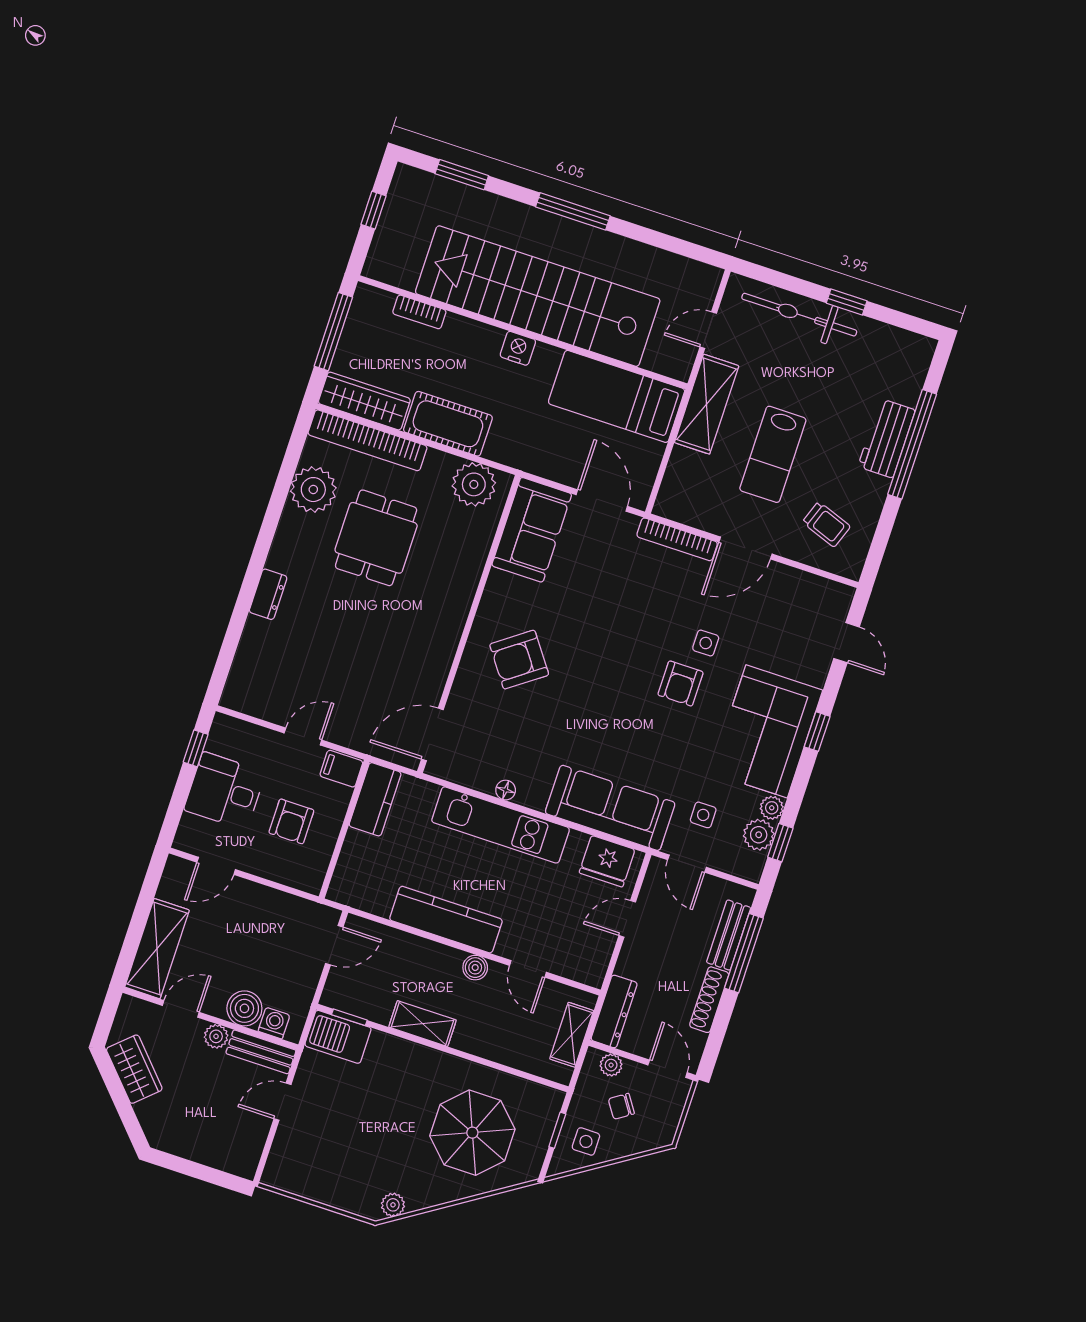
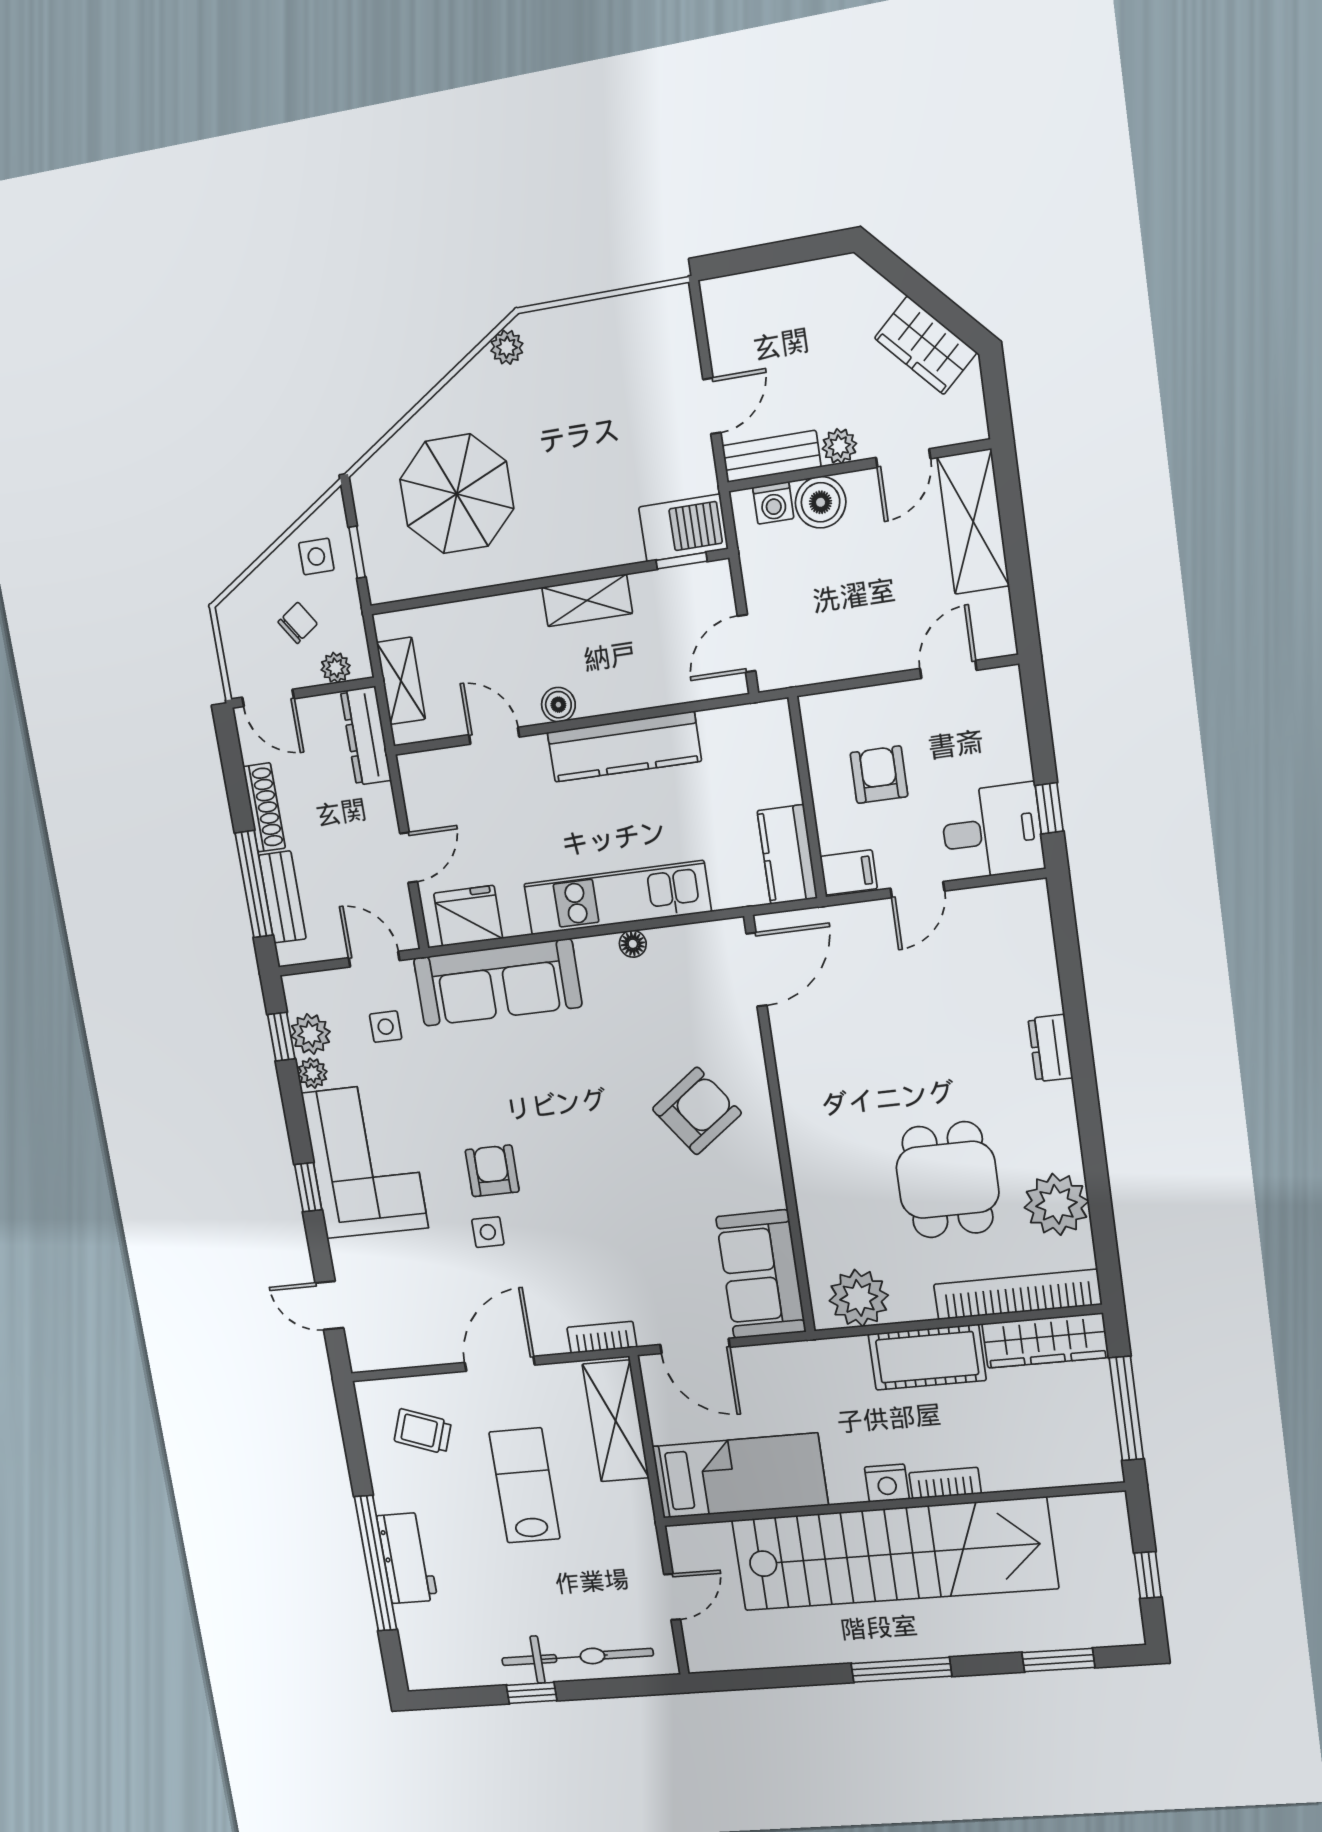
bookcase: (419, 312) -> (945, 1483), moved
shelving: (707, 404) -> (616, 1421), moved
bookcase: (677, 539) -> (602, 1337), width x0.64
desk: (225, 791) -> (992, 831), moved

